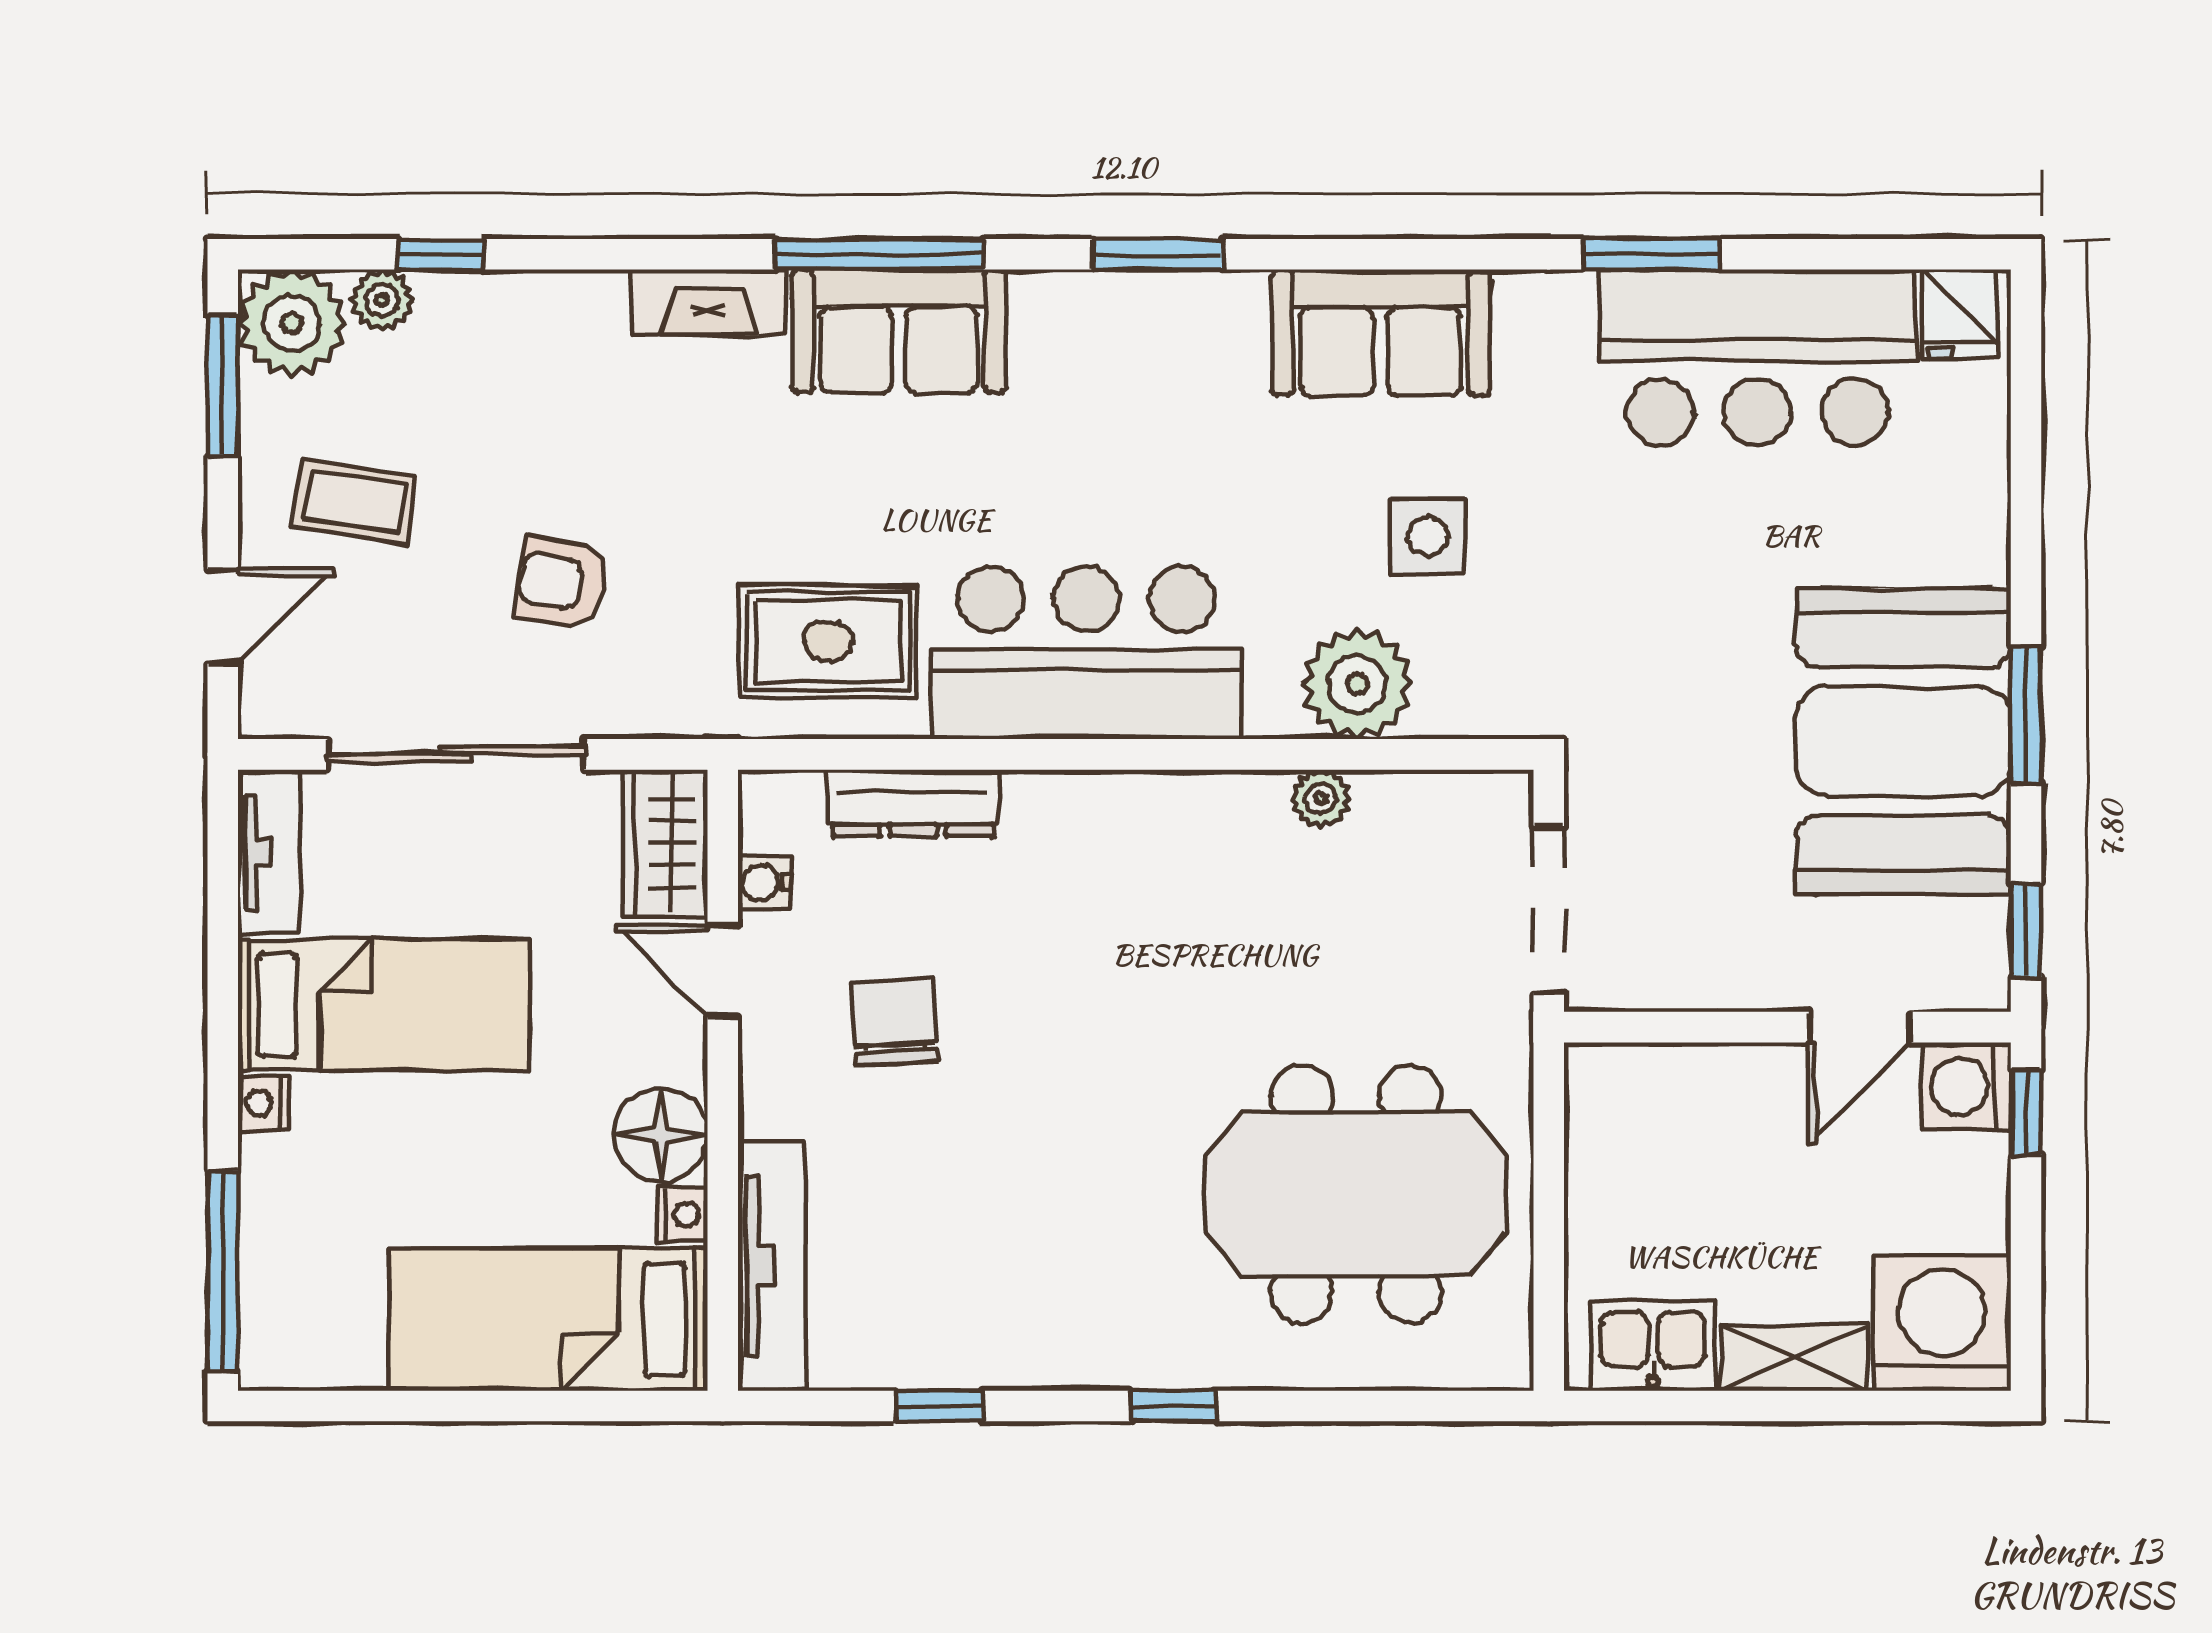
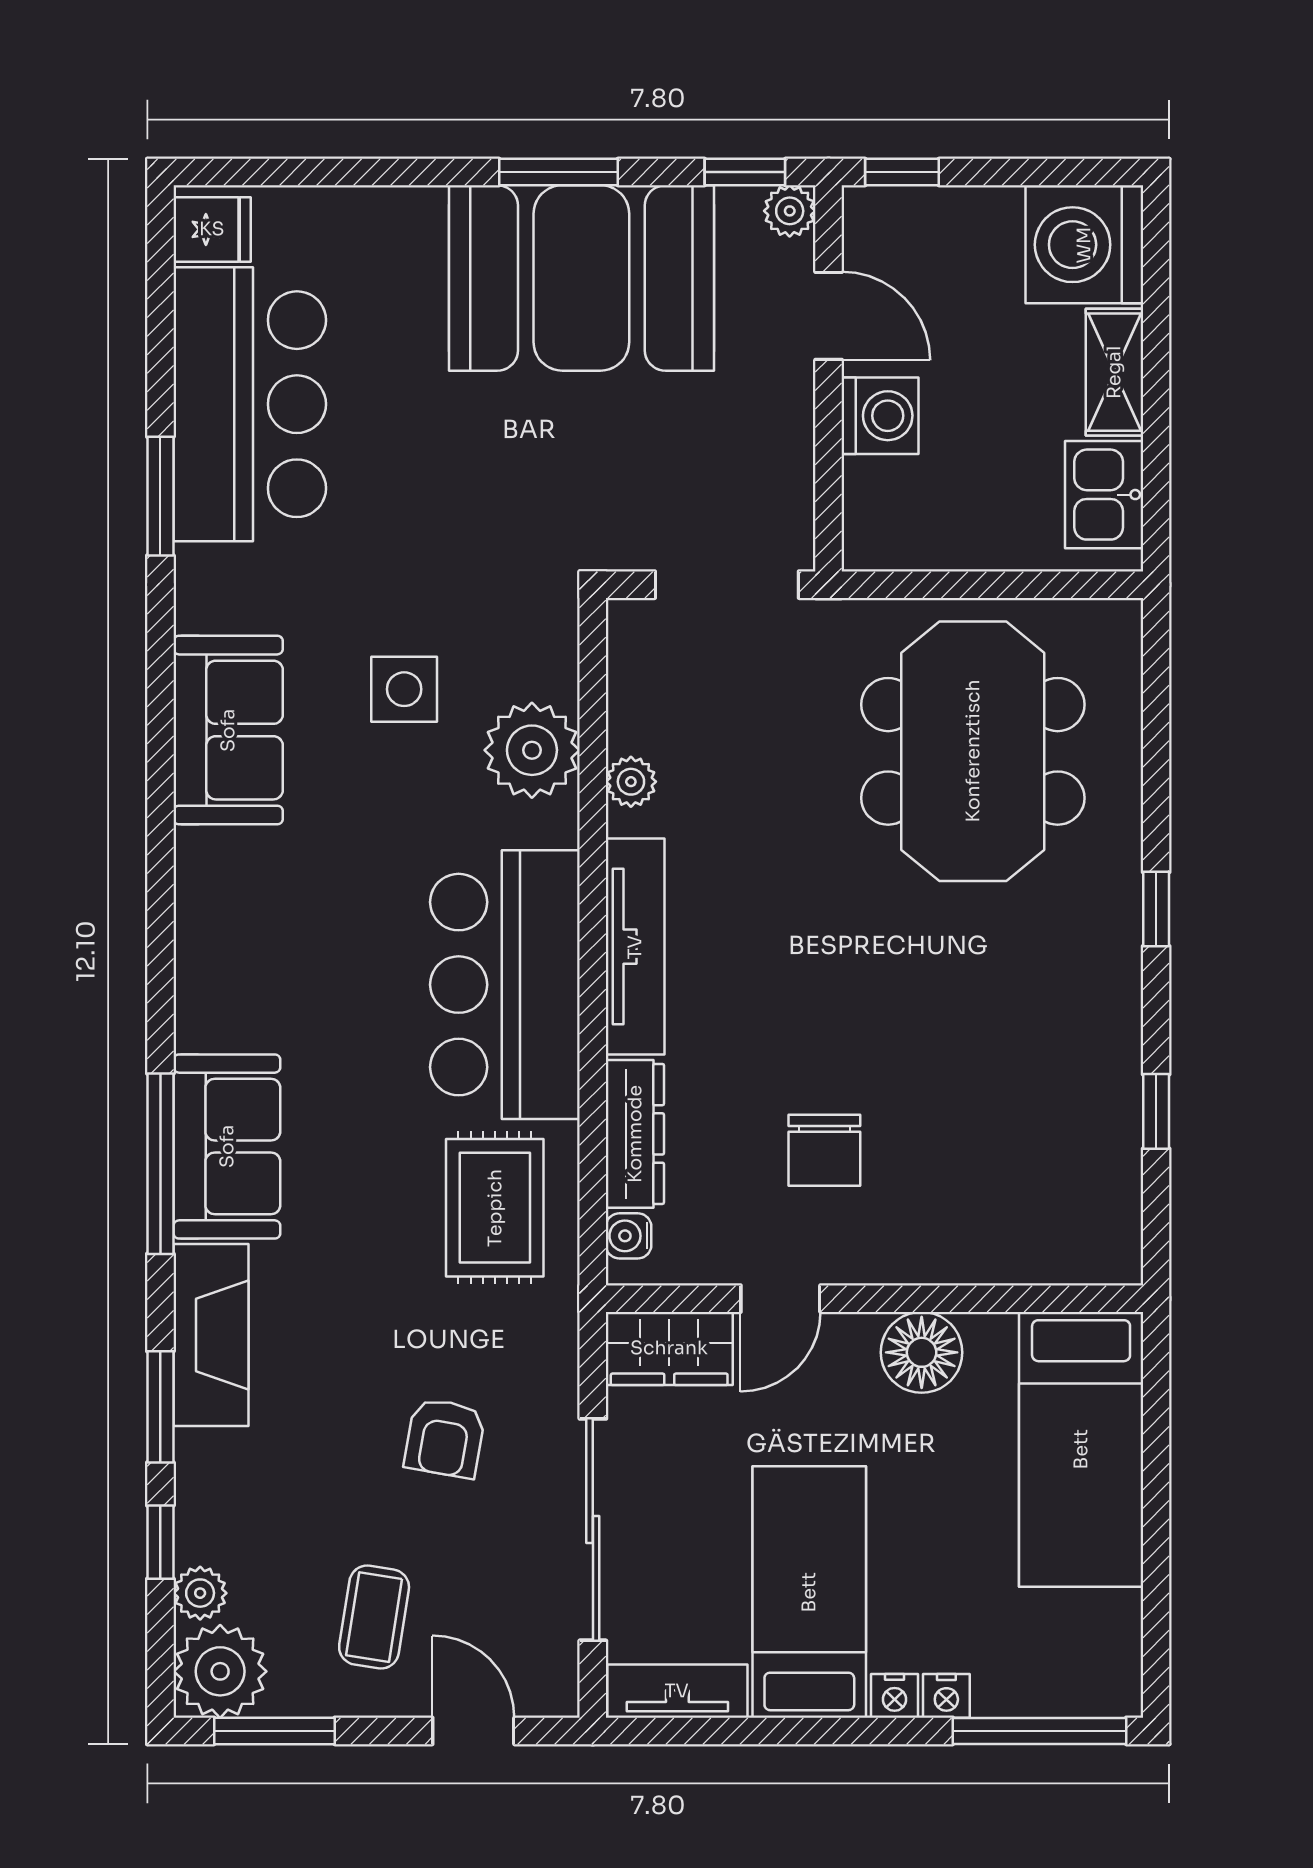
window: (1158, 254) -> (160, 1407), moved
fireplace: (709, 302) -> (211, 1335), width x1.37, depth x1.32
water cooler: (764, 883) -> (629, 1236), moved, turned 90
plant: (1981, 982) -> (790, 211), added
chair: (894, 1022) -> (824, 1150), turned -87
washing machine: (1967, 1087) -> (880, 416), moved, turned -90
nightstand: (682, 1215) -> (946, 1696), moved, turned 180
tv unit: (772, 1266) -> (635, 947), moved, turned 90

